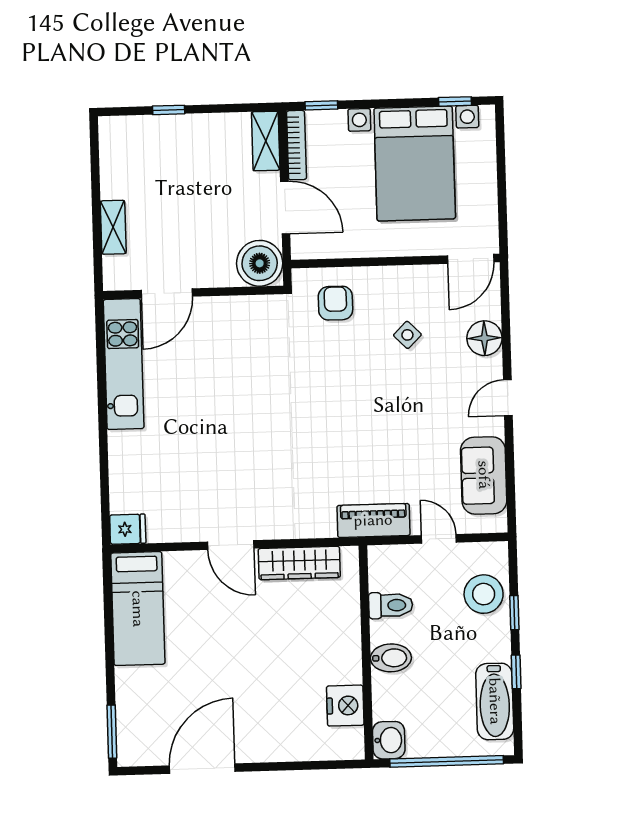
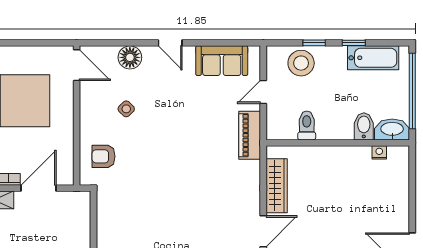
boiler: (260, 263) -> (75, 206), removed
bidet: (391, 658) -> (364, 126), moved
nightstand: (345, 706) -> (379, 152), width x0.53, depth x0.56
washbasin: (389, 740) -> (392, 129), width x1.38

